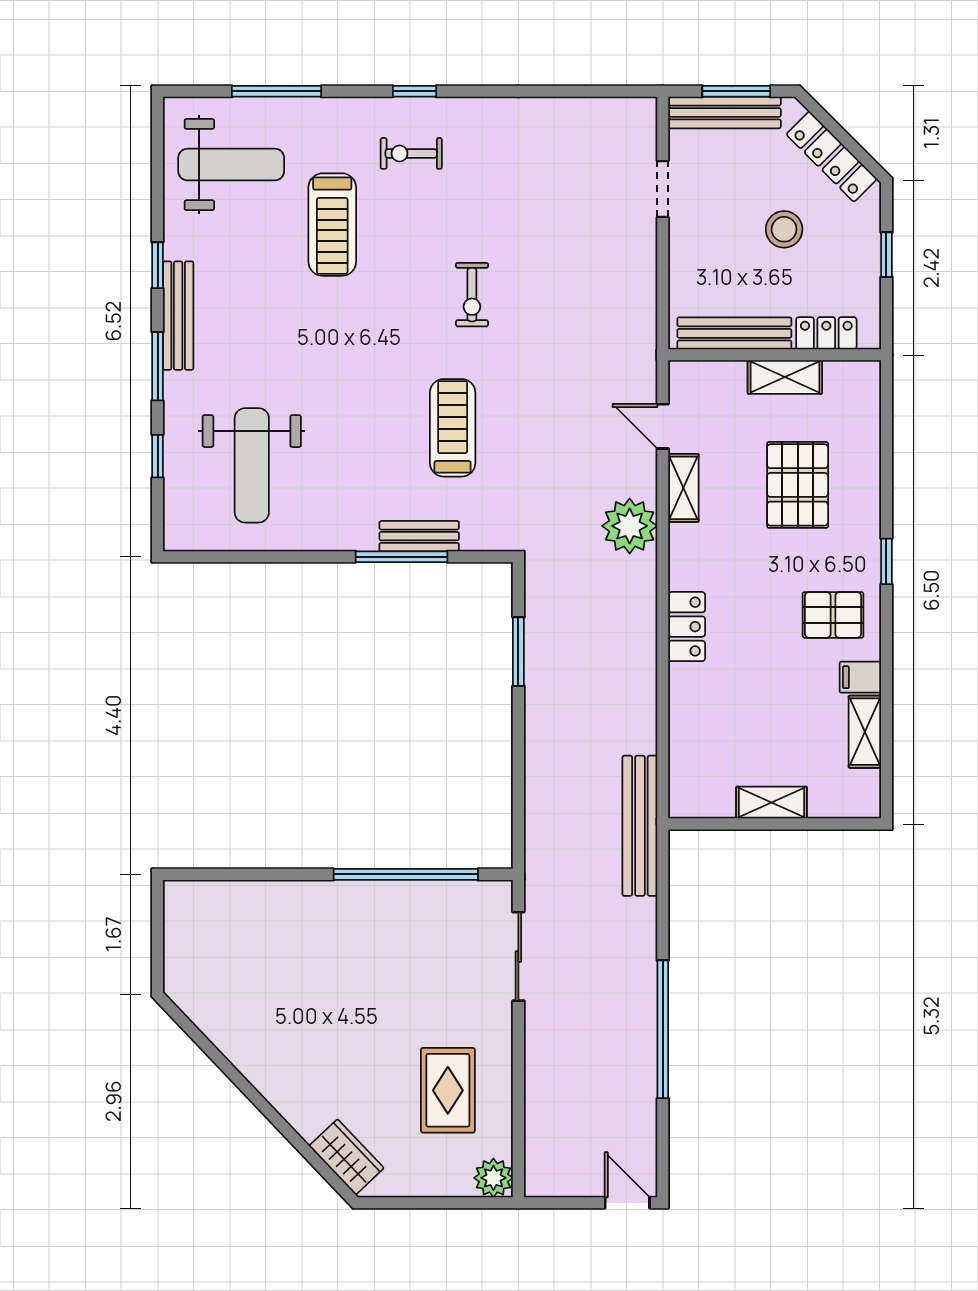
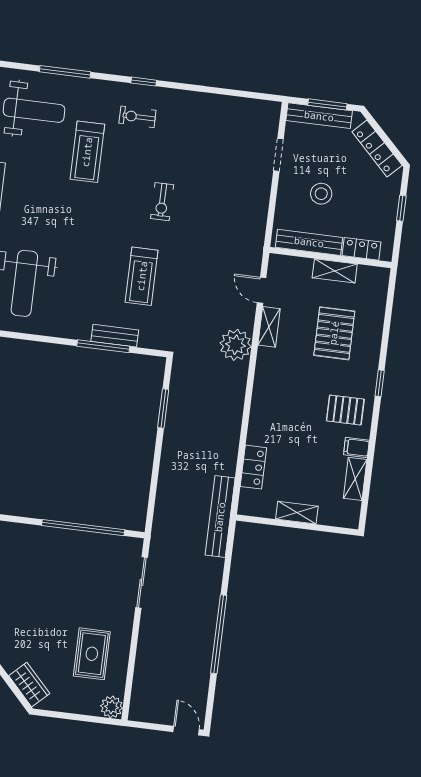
stool: (784, 229) -> (321, 194), moved
treadmill: (453, 428) -> (142, 276), turned 180
locker: (687, 627) -> (253, 467), moved

